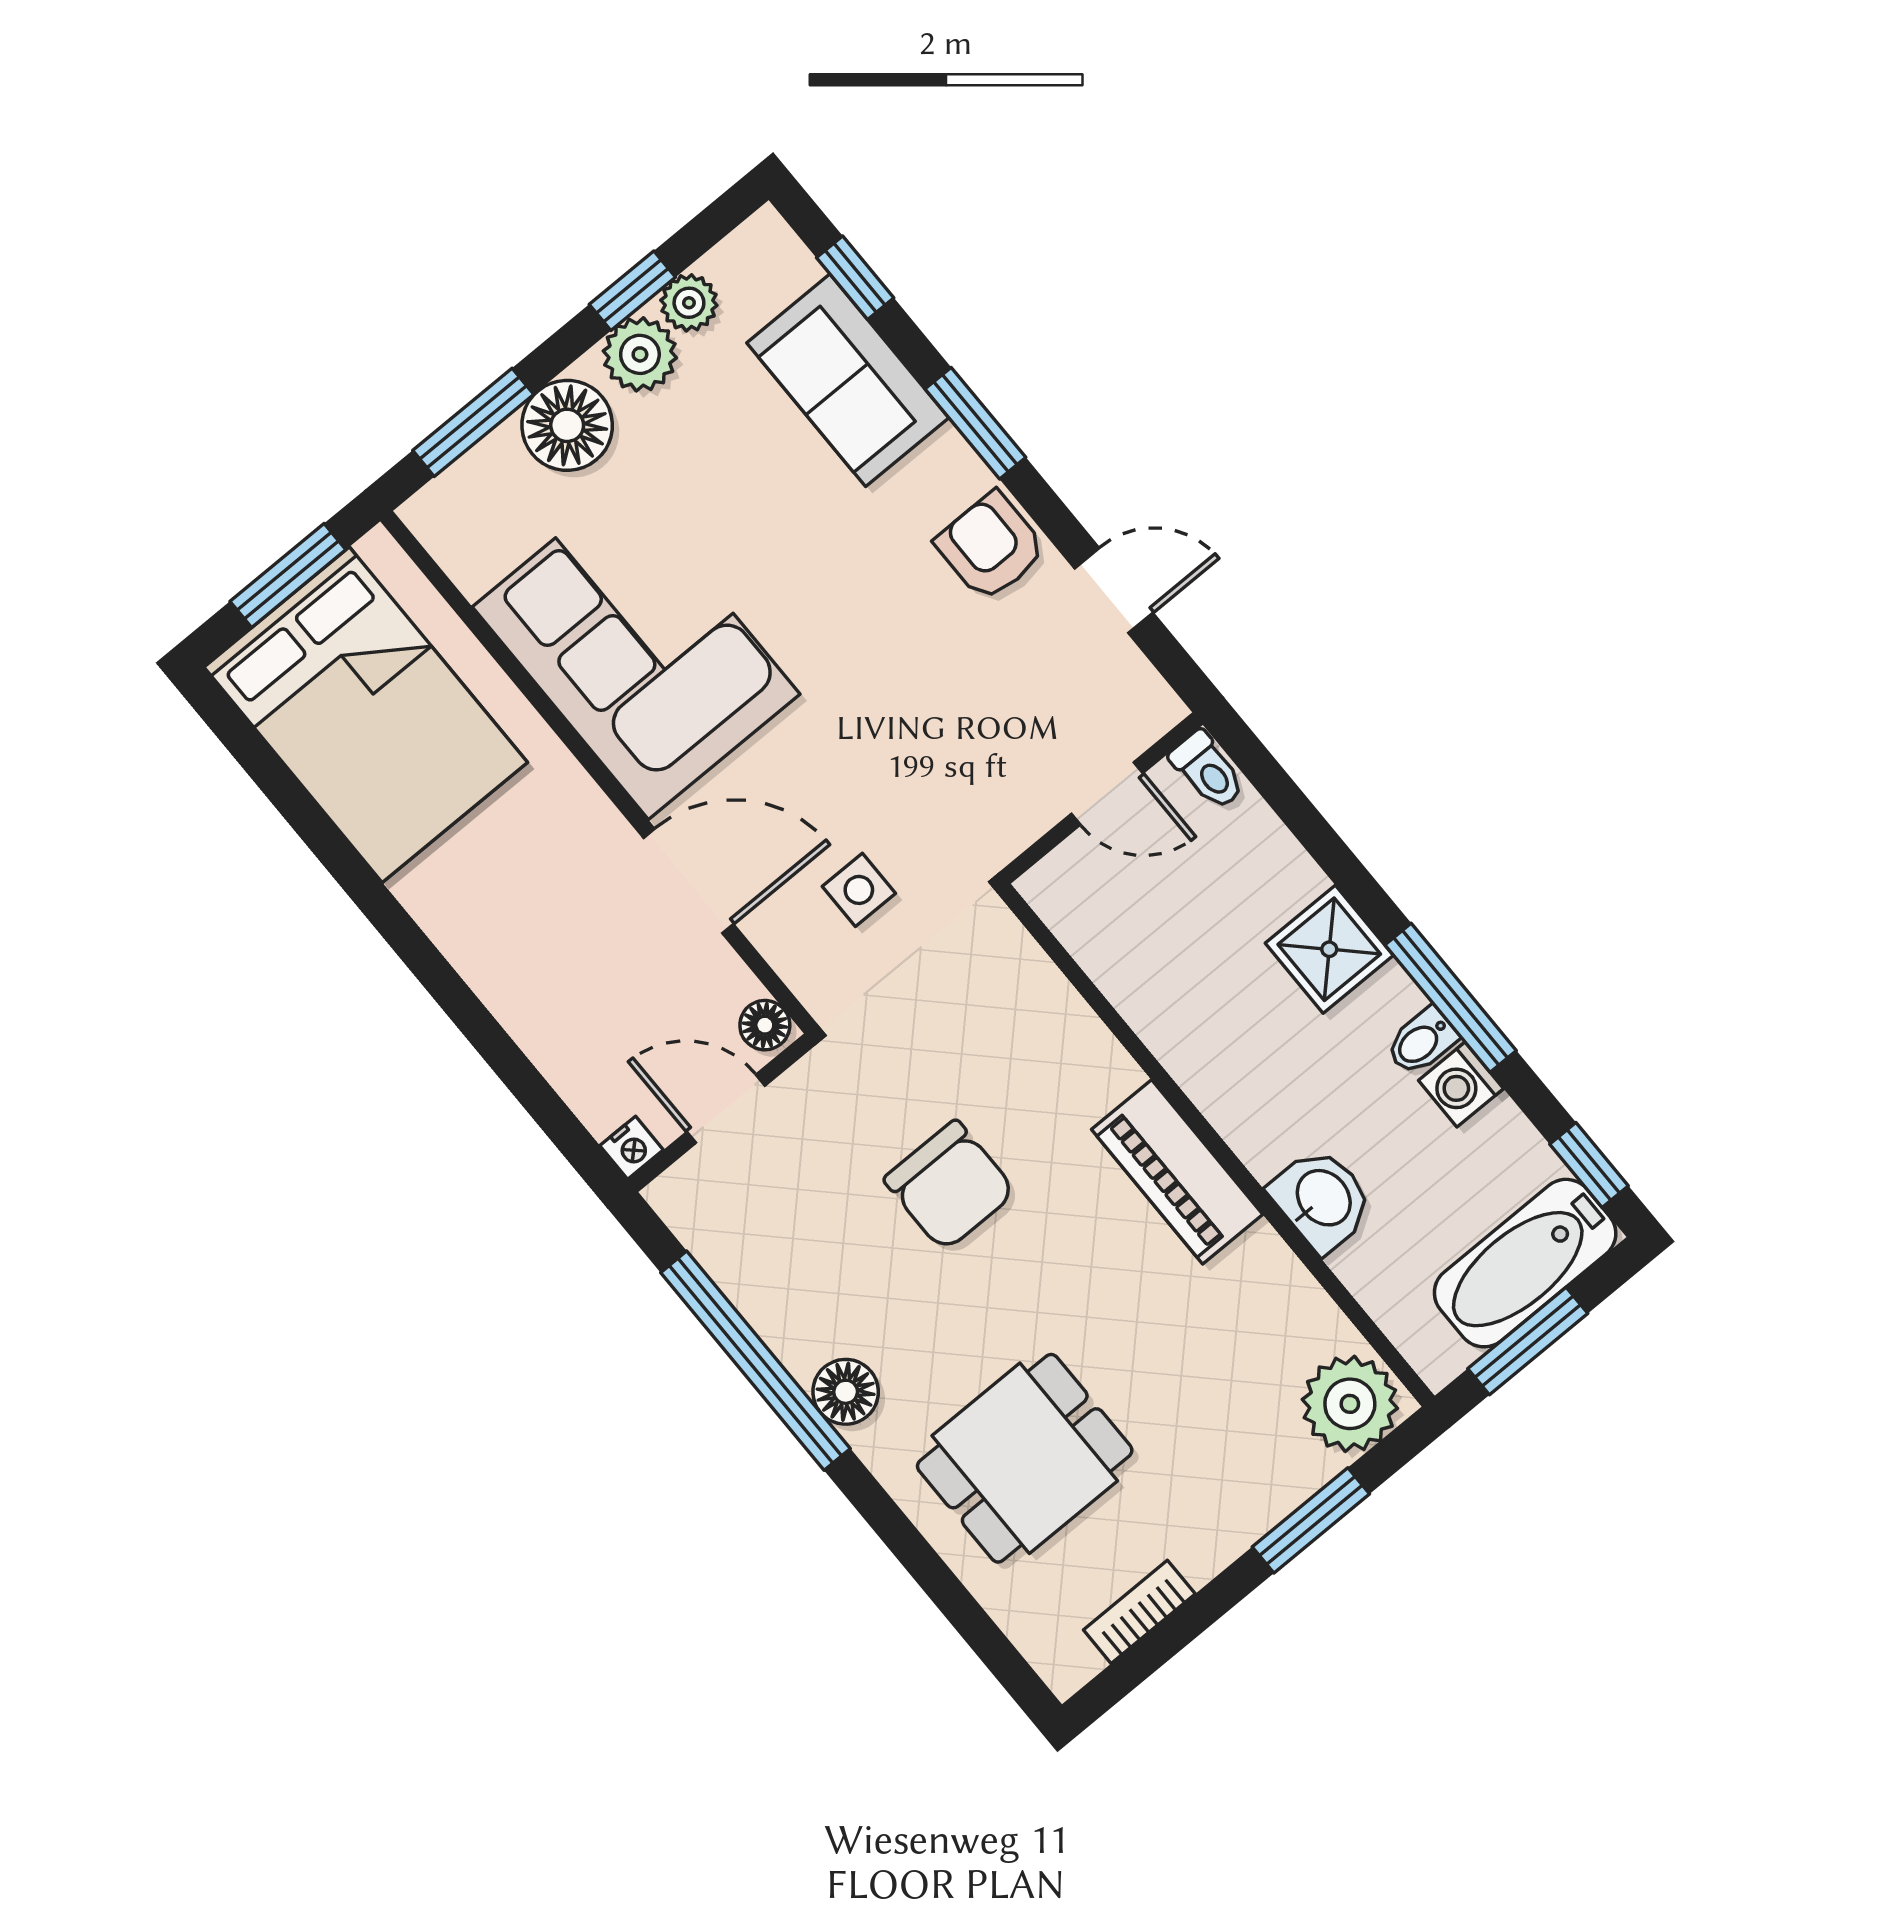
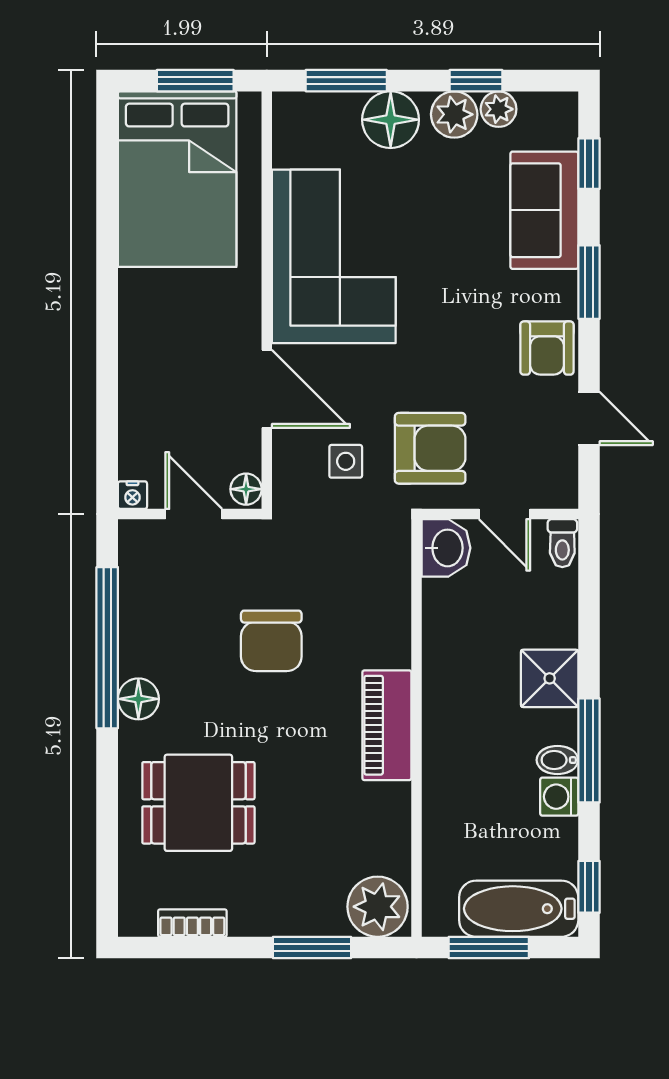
armchair: (991, 547) -> (547, 348), turned 180
armchair: (949, 788) -> (430, 448), added
washbasin: (1322, 1199) -> (446, 548), moved

